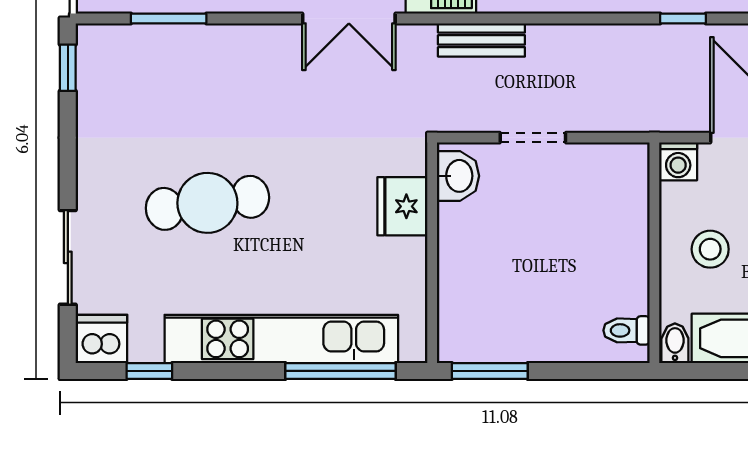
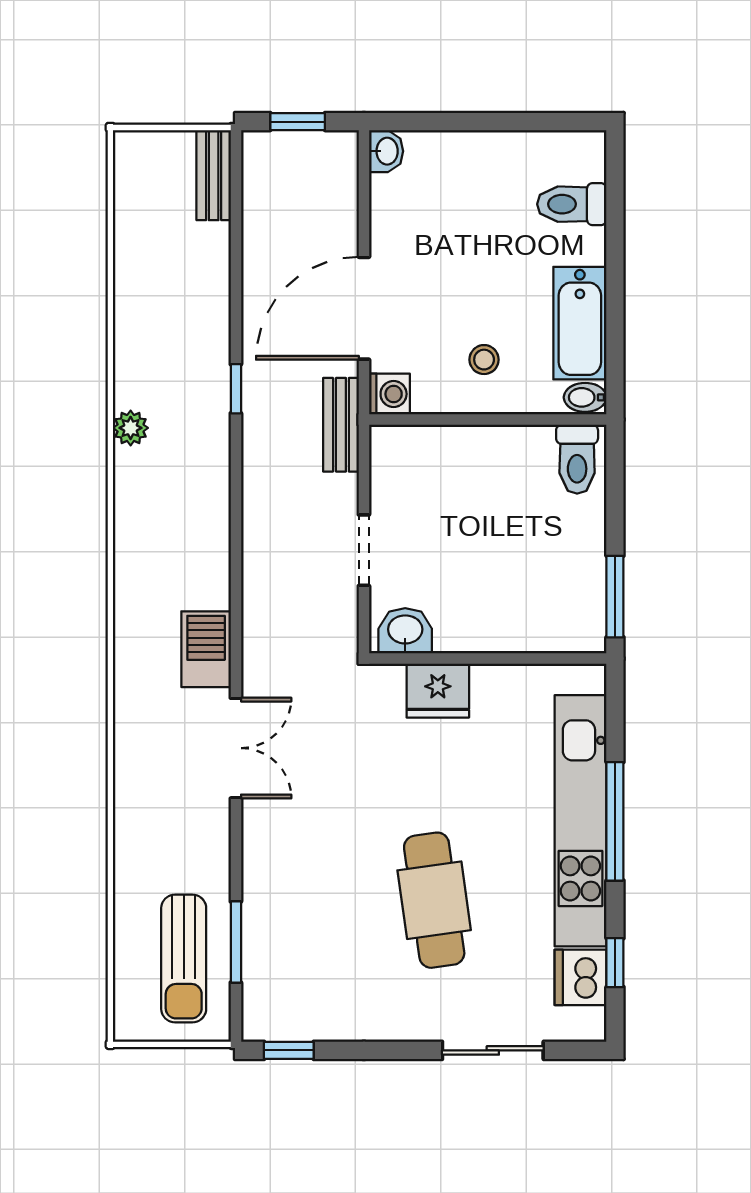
bench: (481, 40) -> (341, 425), moved
stool: (710, 249) -> (484, 360), width x0.73, depth x0.73
toilet: (627, 330) -> (577, 459), width x1.37, depth x1.39
dishwasher: (101, 339) -> (581, 977), moved
window: (341, 371) -> (615, 821), moved

